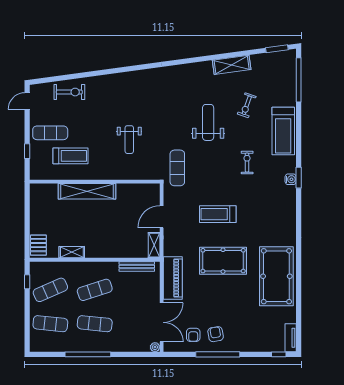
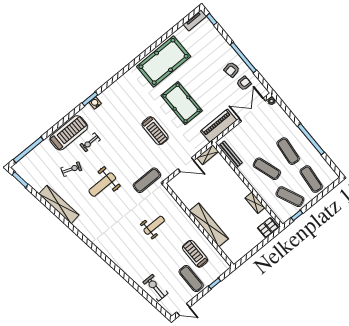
shelving: (232, 65) -> (59, 204), width x1.47
exercise bike: (247, 163) -> (90, 142), moved

